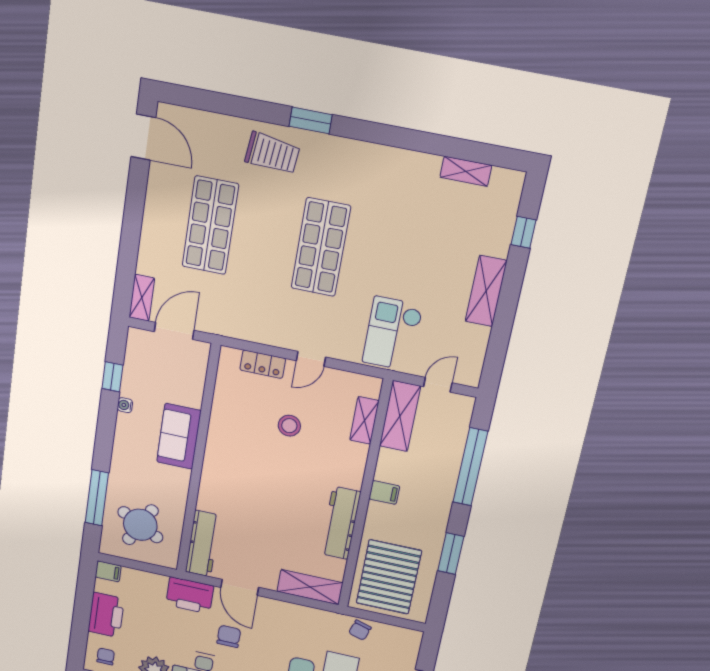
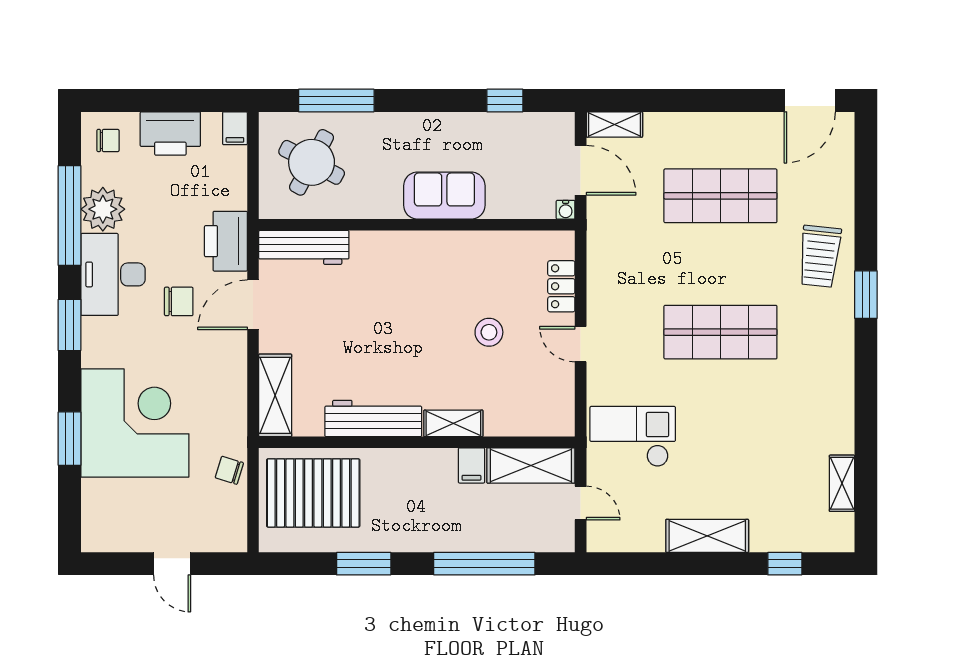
water cooler: (125, 405) -> (566, 210), moved, turned 180
shelving: (364, 420) -> (453, 423), moved
filing cabinet: (384, 492) -> (471, 465), moved

